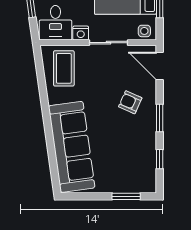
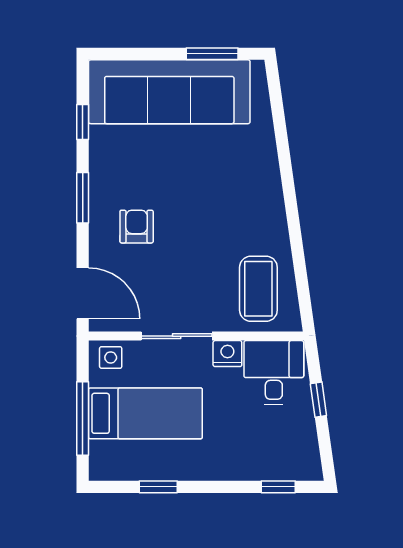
armchair: (130, 102) -> (137, 227), turned -114
sofa: (72, 147) -> (169, 92), moved, turned -82
window: (126, 196) -> (212, 54), moved

